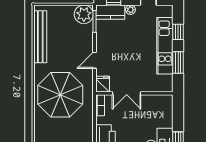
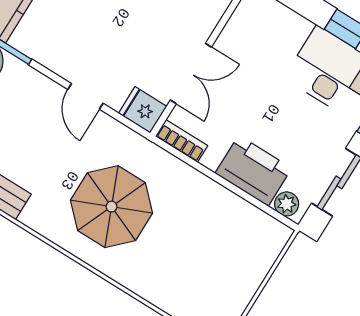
parasol: (60, 95) -> (111, 207), width x0.73, depth x0.73

